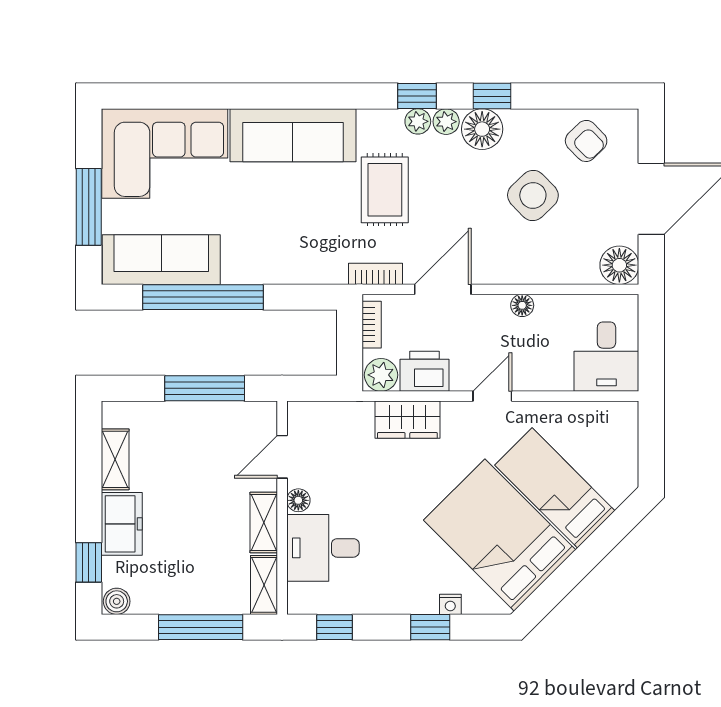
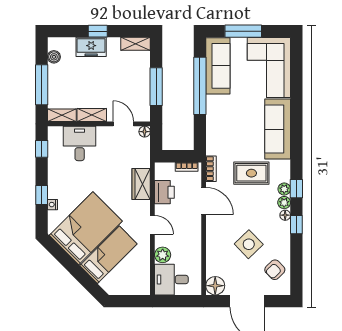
floor lamp: (482, 129) -> (285, 215), width x0.53, depth x0.53
floor lamp: (522, 305) -> (196, 239), removed
plant: (381, 375) -> (163, 255), moved
shelving: (115, 459) -> (135, 44), moved
floor lamp: (298, 500) -> (145, 132), moved
window: (89, 562) -> (98, 31), moved
boiler: (117, 601) -> (54, 57), moved

